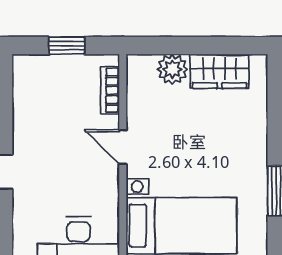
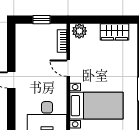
plant: (172, 69) -> (79, 31), moved

